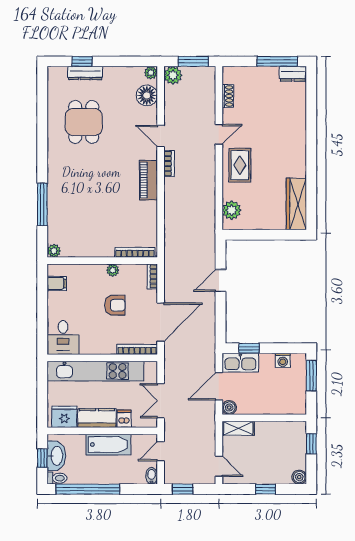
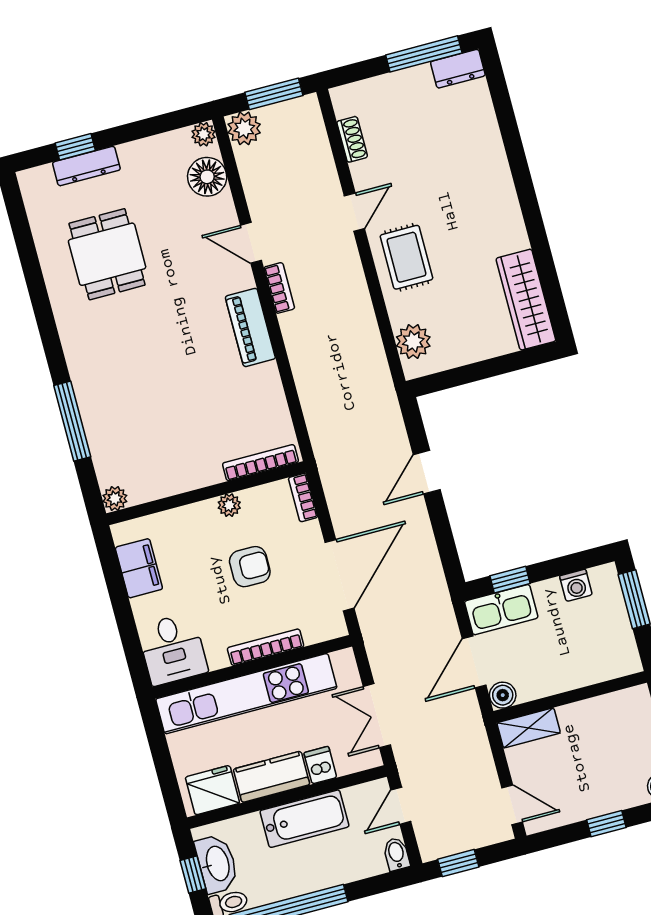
filing cabinet: (57, 283) -> (139, 568), width x2.00
bookcase: (137, 349) -> (266, 647), moved

